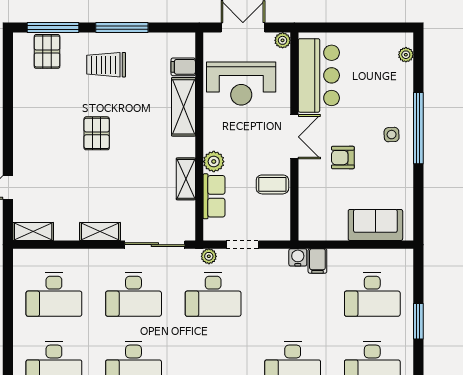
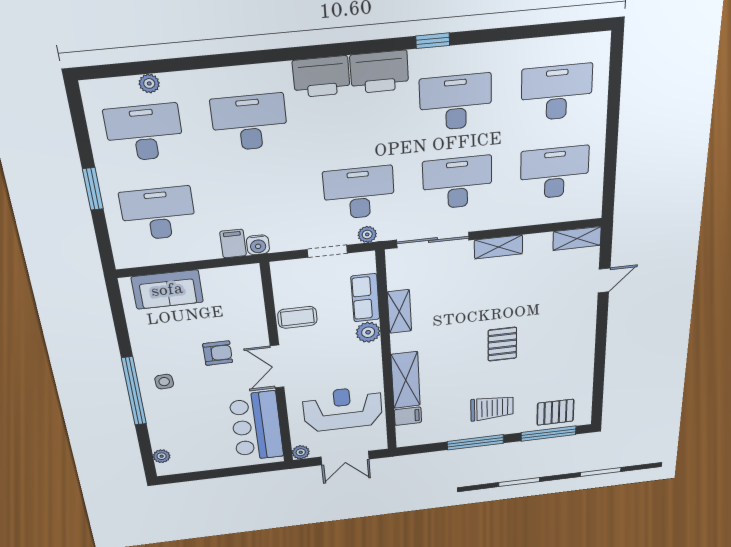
pallet: (47, 51) -> (555, 412), turned 90

